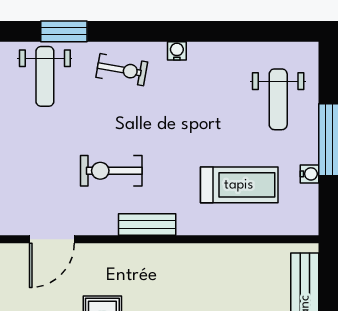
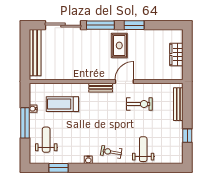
window: (64, 31) -> (59, 168), moved
exercise bike: (111, 171) -> (139, 104), moved
door: (52, 239) -> (124, 81), moved

